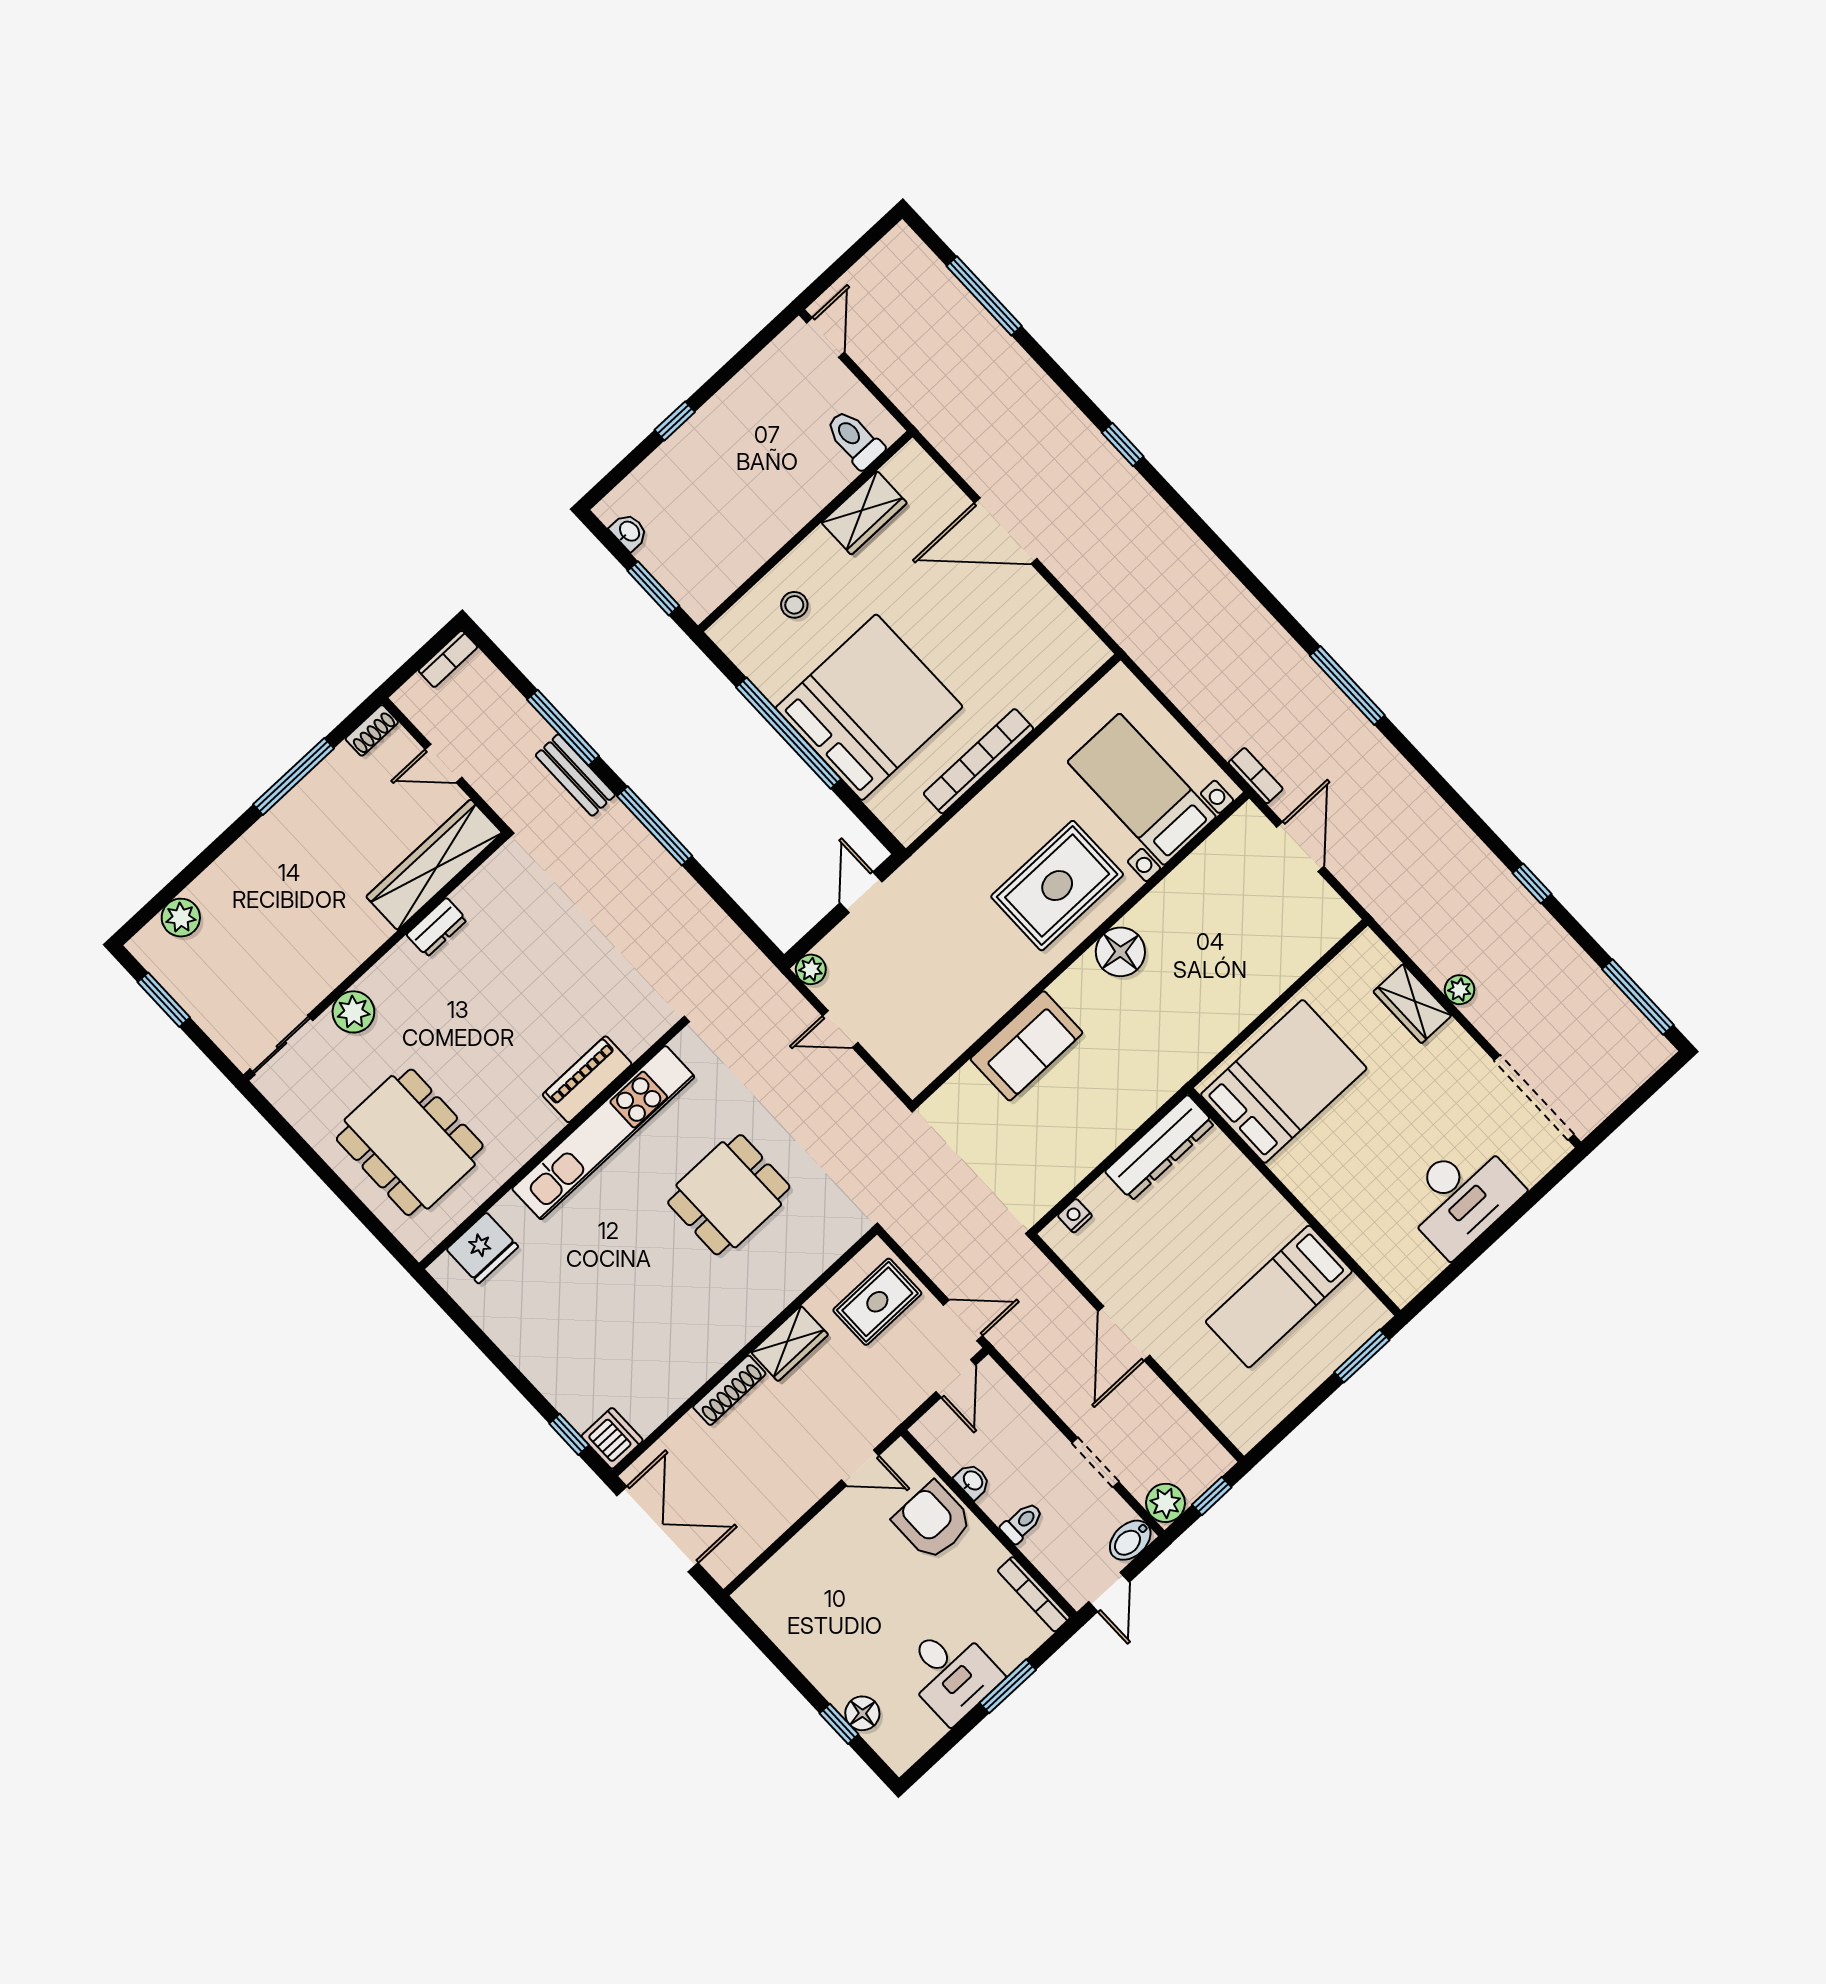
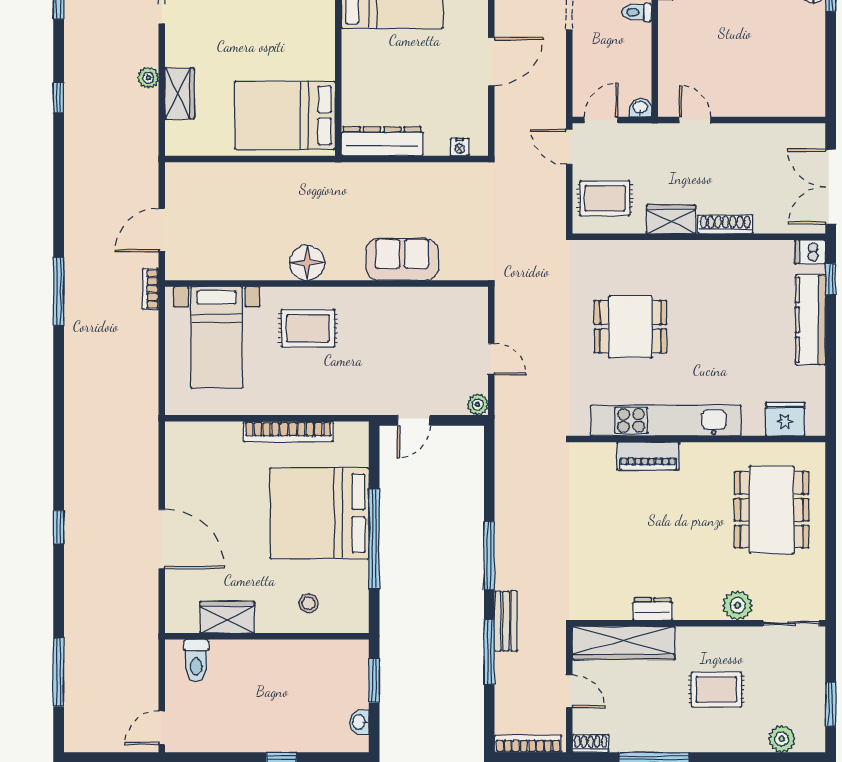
bookcase: (448, 659) -> (528, 744), width x1.56
rug: (1057, 886) -> (308, 328), width x0.73, depth x0.70
rug: (295, 906) -> (716, 689), added
kitchen counter: (551, 1374) -> (810, 320), added
dishwasher: (612, 1438) -> (810, 252), width x0.73
washbasin: (972, 1481) -> (640, 108), moved, turned 90
armchair: (933, 1521) -> (683, 57), removed

